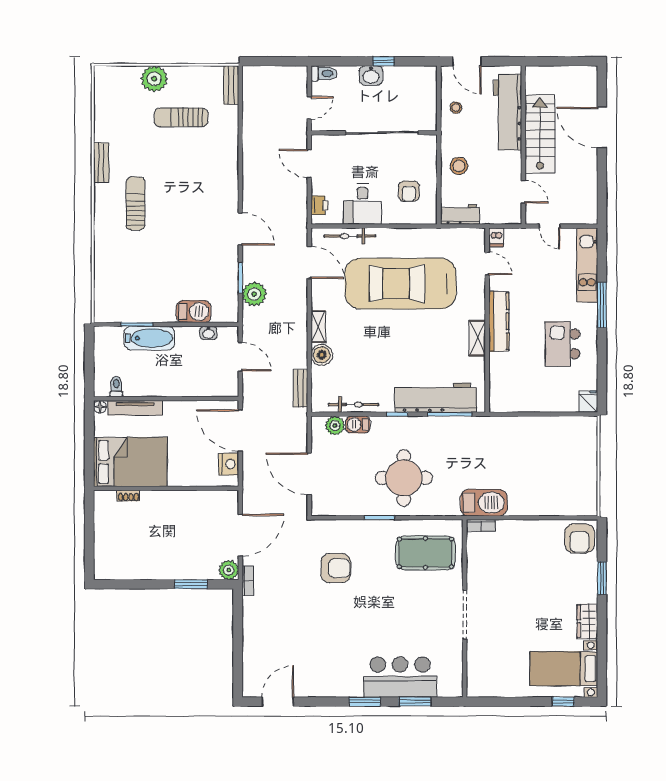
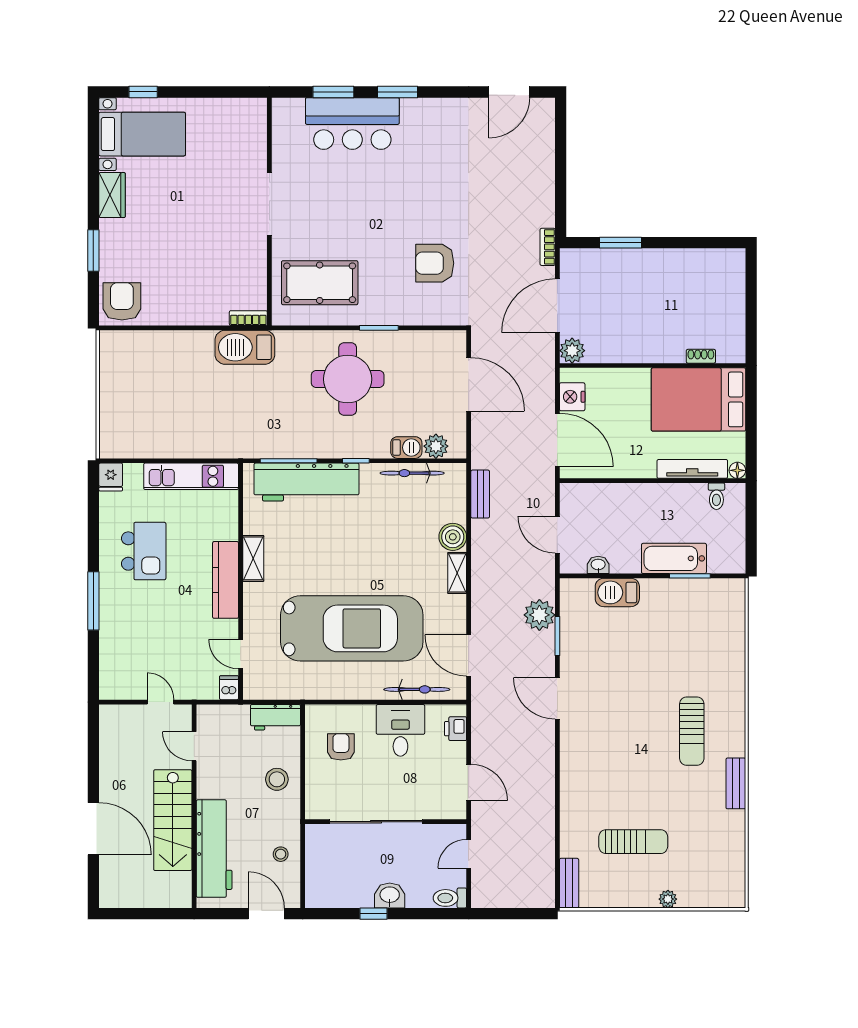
plant: (154, 79) -> (668, 899), width x0.53, depth x0.53
kitchen unit: (587, 265) -> (191, 476), moved, turned 90
plant: (229, 570) -> (572, 351), moved

